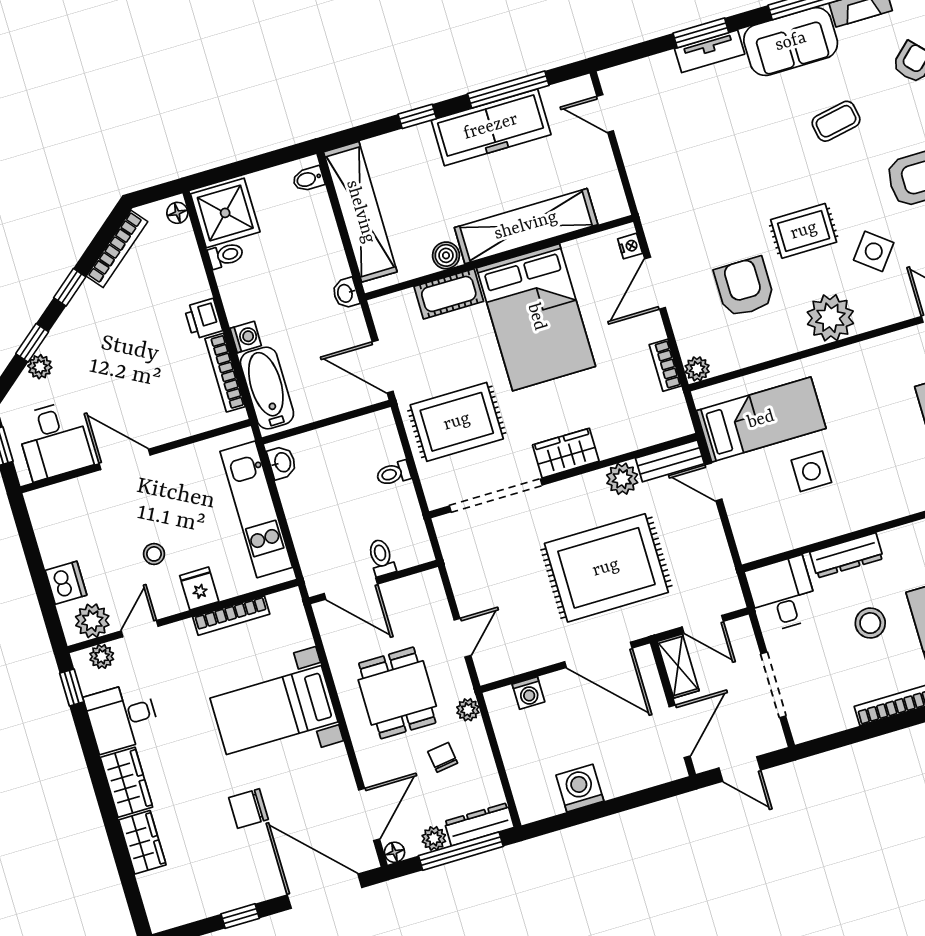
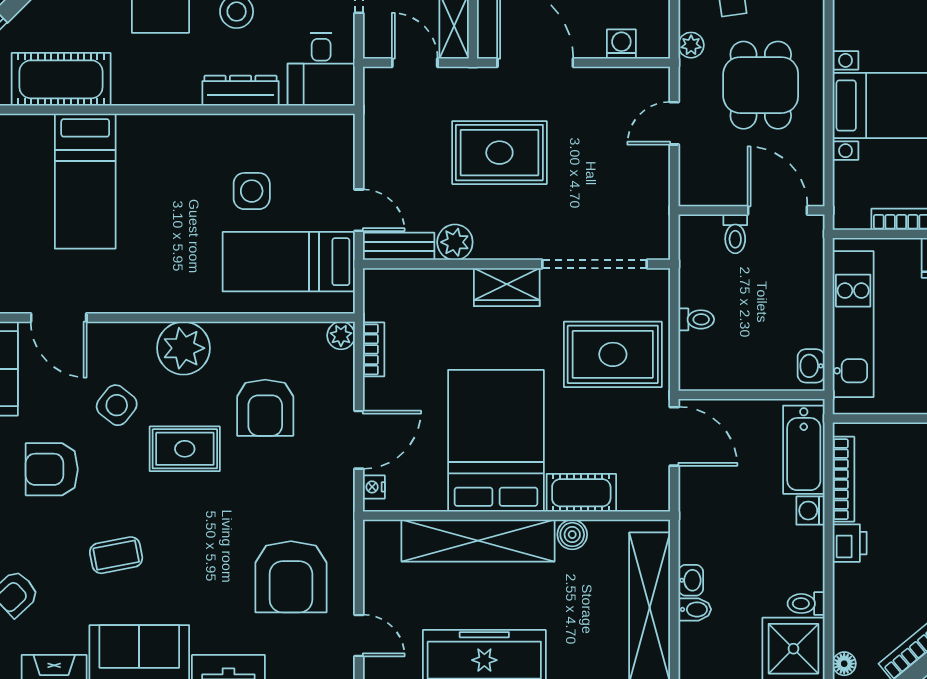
armchair: (679, 147) -> (291, 577), added
bidet: (308, 179) -> (695, 609), moved
washbasin: (346, 293) -> (691, 580), moved
rug: (606, 568) -> (499, 153), width x0.73, depth x0.69

